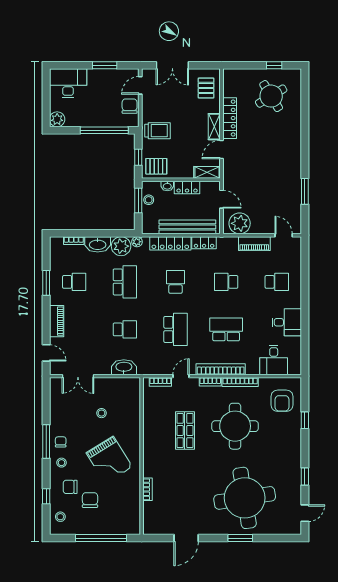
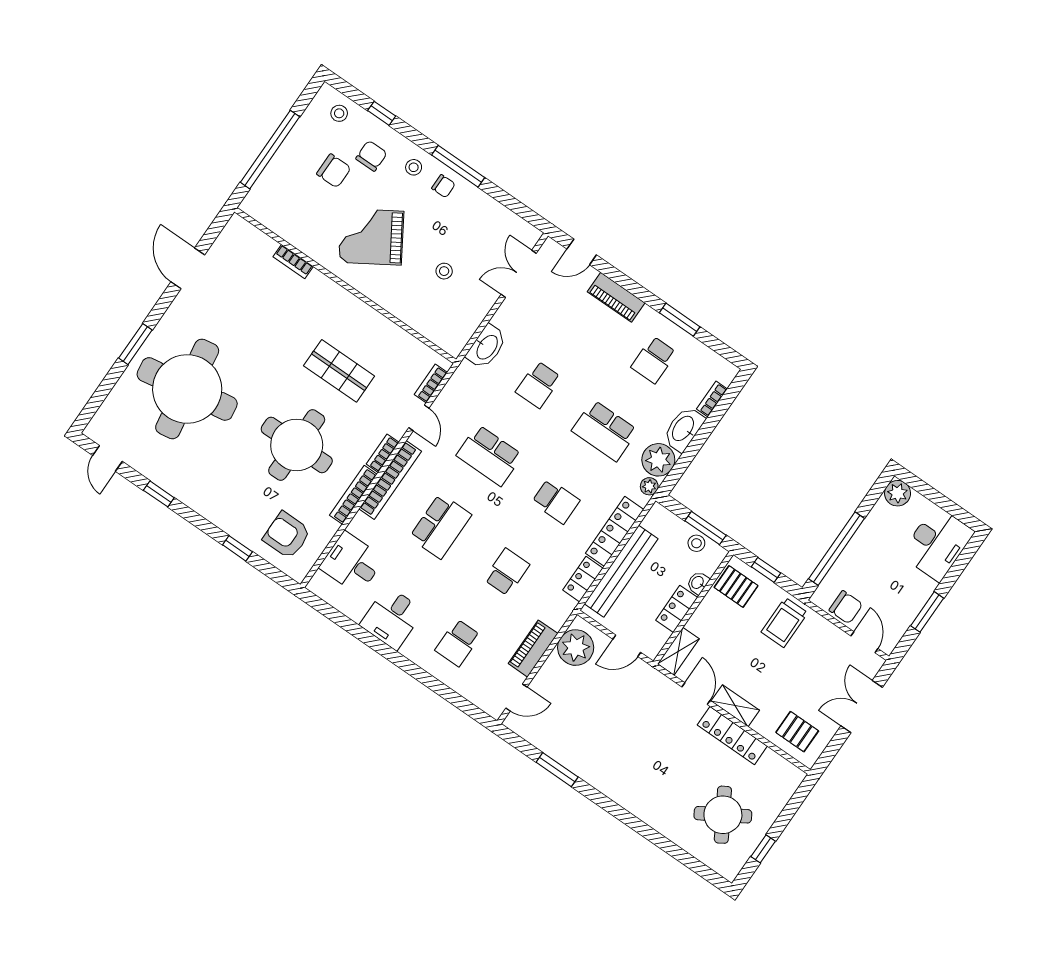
pallet: (156, 166) -> (736, 586), turned 90

